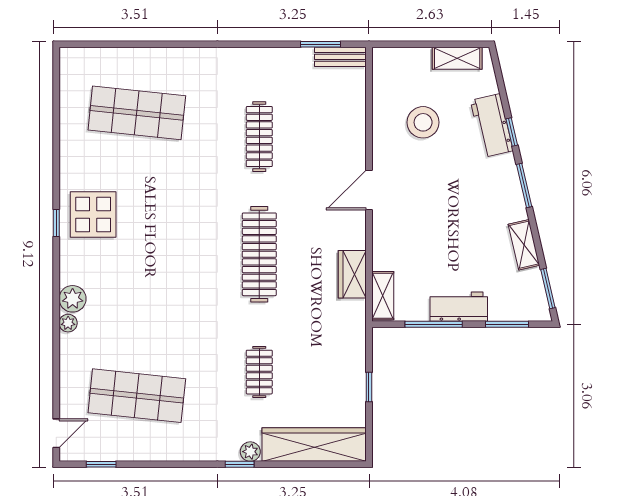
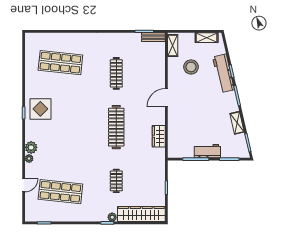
workbench: (492, 126) -> (223, 73), width x1.38
shelving: (383, 296) -> (173, 45), moved
door: (56, 433) -> (24, 185), moved

